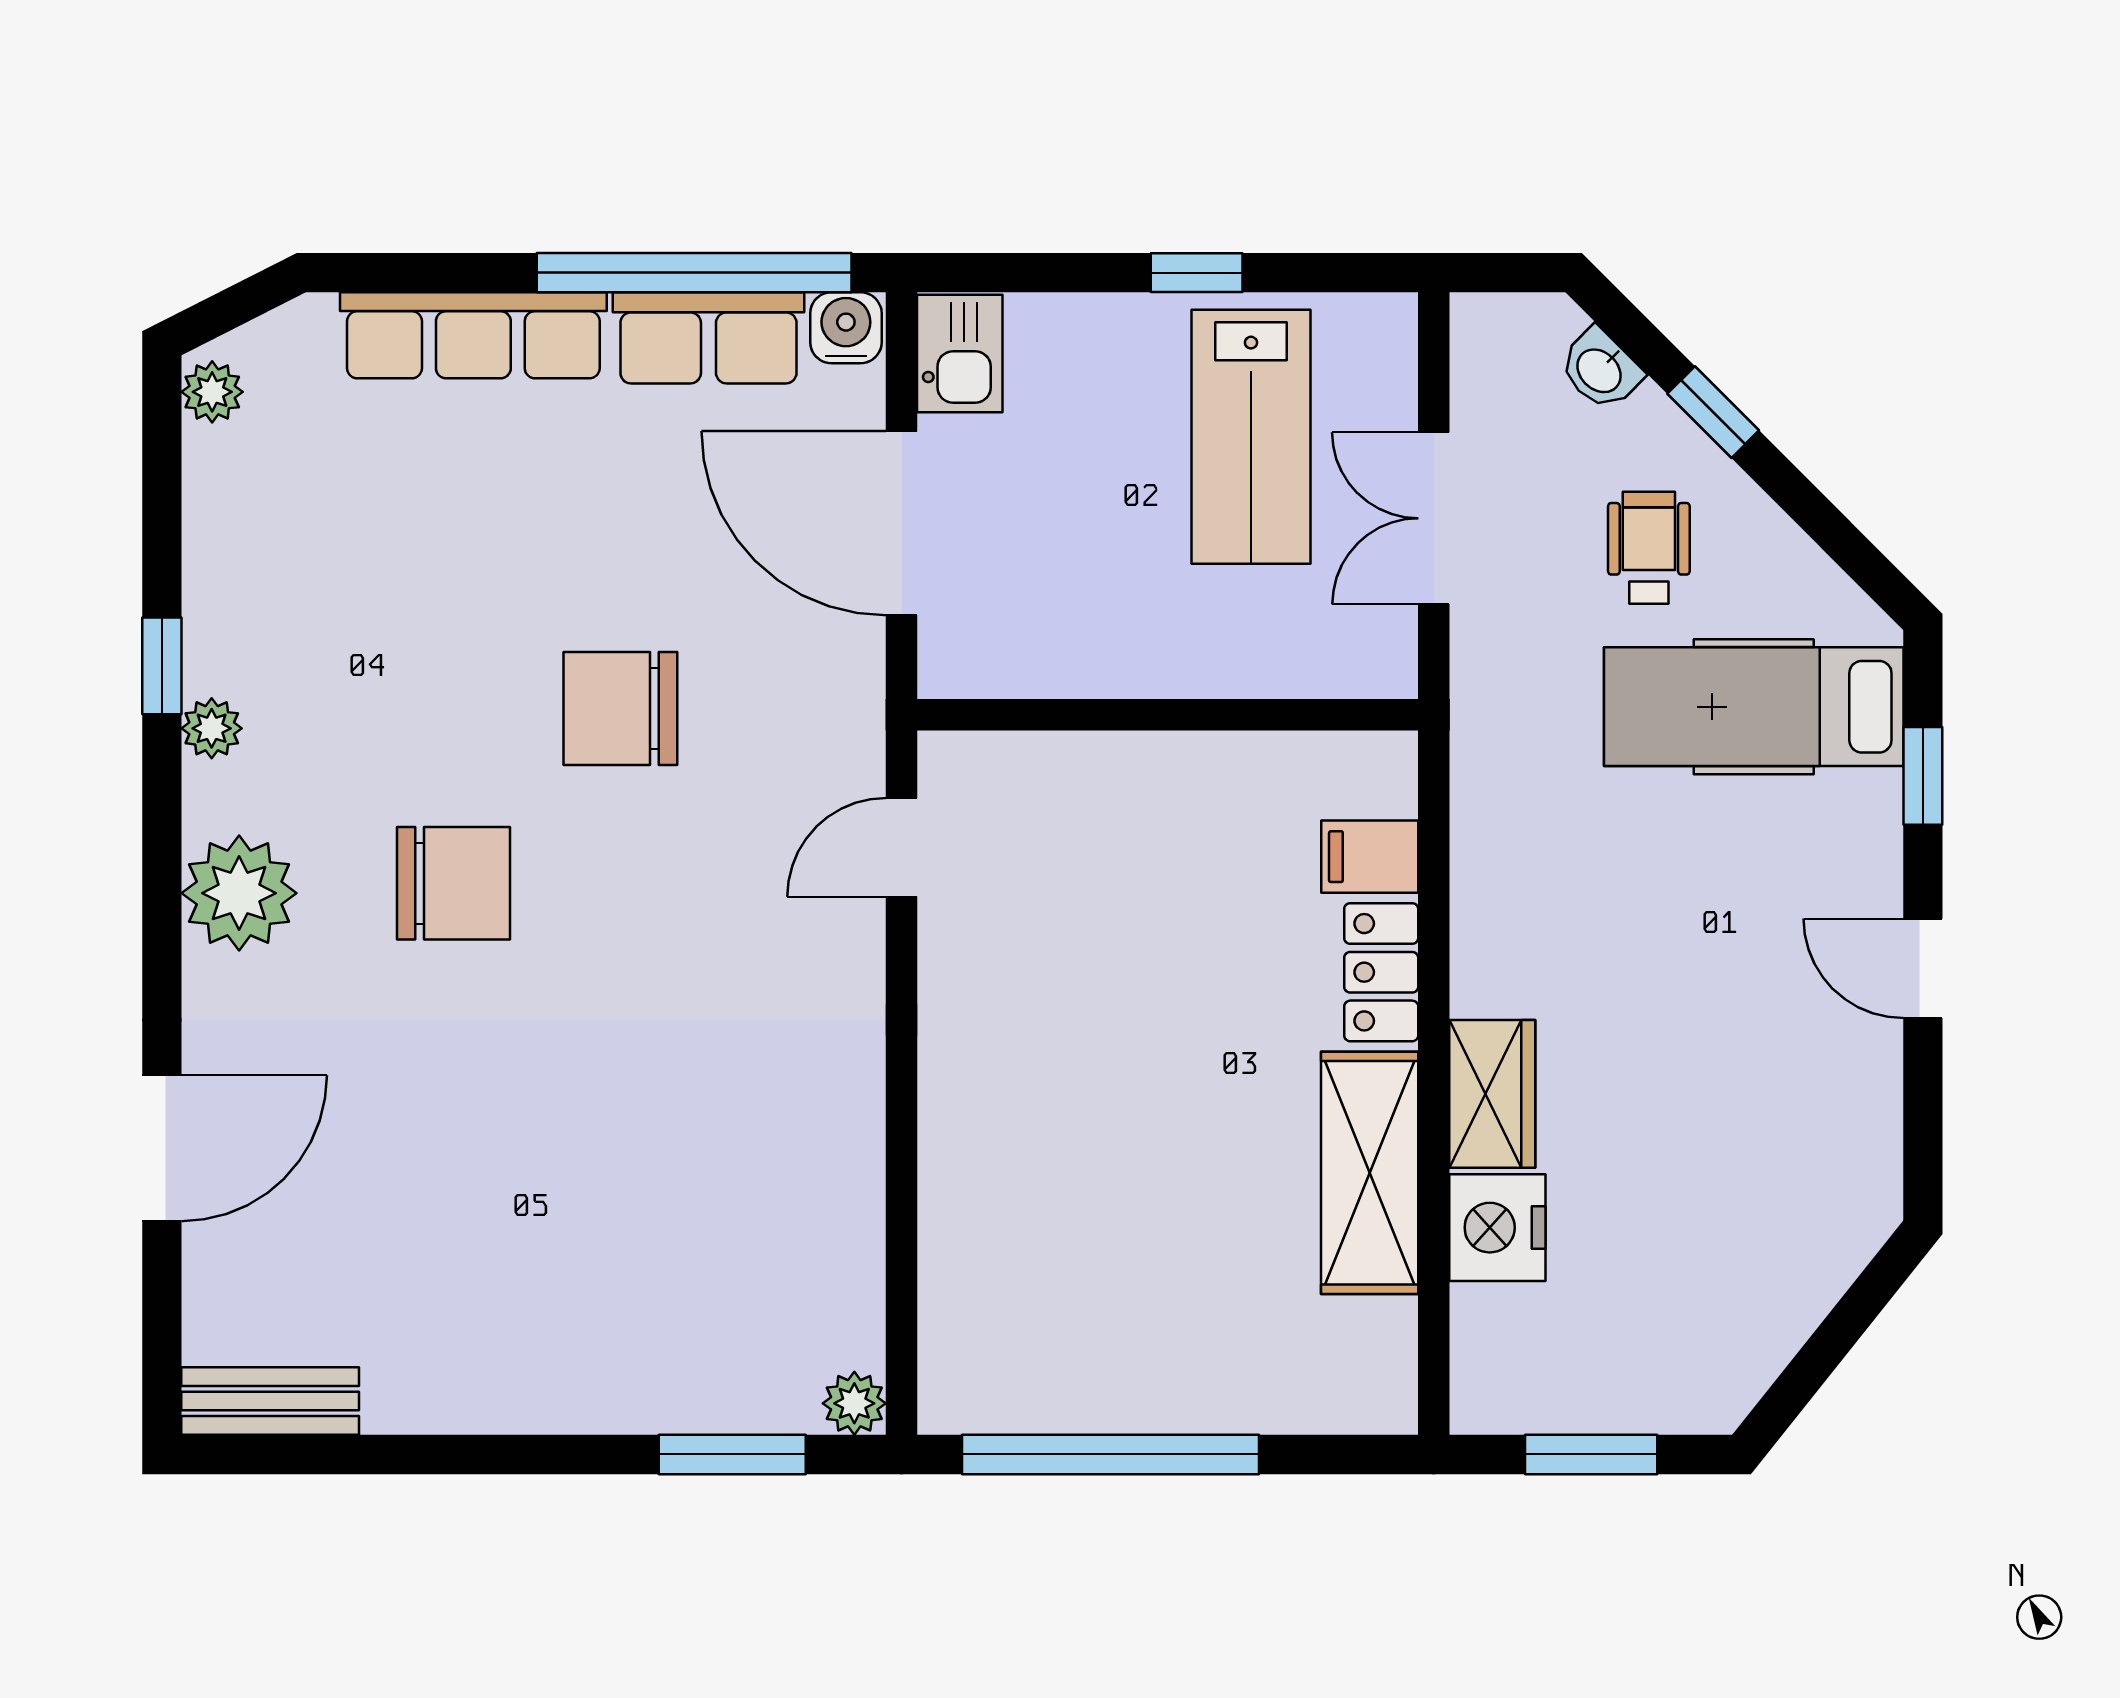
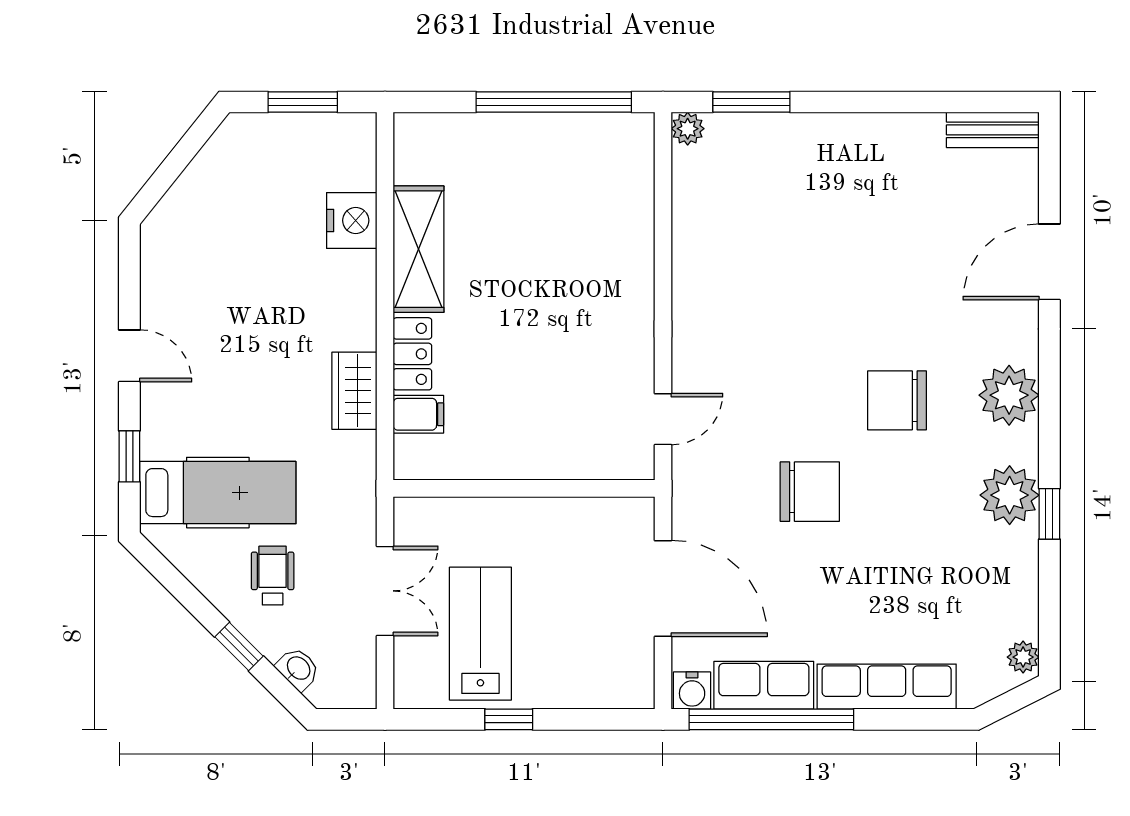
kitchen sink: (960, 353) -> (633, 677), removed
wheelchair: (1649, 548) -> (273, 576), turned 180
plant: (212, 728) -> (1010, 495), width x1.87, depth x1.87
wardrobe: (1492, 1094) -> (354, 391), moved

